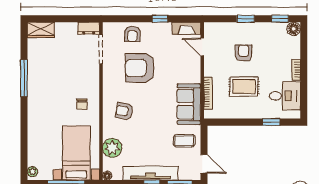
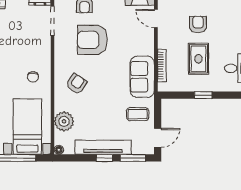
rug: (244, 87) -> (198, 59), turned 90
armchair: (124, 111) -> (76, 84), turned 114
window: (271, 122) -> (203, 95), moved
door: (204, 164) -> (158, 138), hinge flipped

